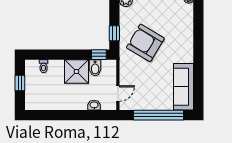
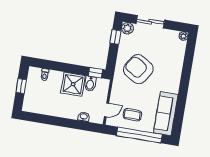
window: (114, 33) -> (116, 37), moved
coffee table: (147, 94) -> (132, 115), added

